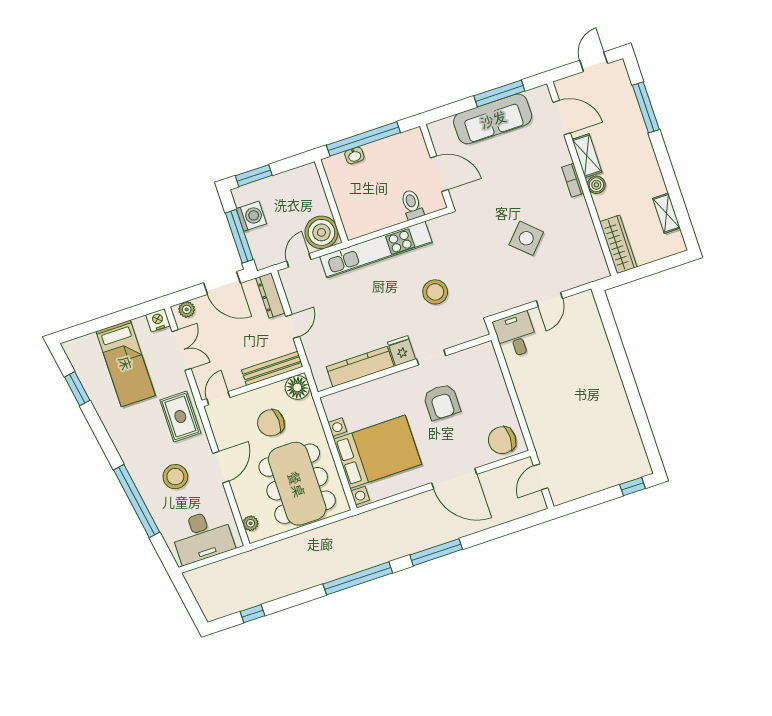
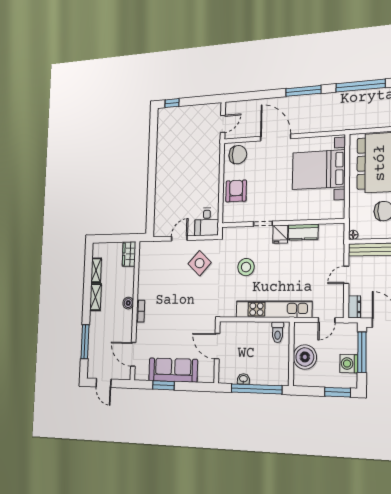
door: (594, 62) -> (103, 383), hinge flipped
window: (499, 93) -> (164, 385), width x0.69
washbasin: (354, 155) -> (243, 379), moved
shelving: (587, 156) -> (95, 297), moved
toilet: (412, 205) -> (278, 332), moved
boiler: (321, 232) -> (305, 357), moved
side table: (526, 238) -> (200, 263), moved
wardrobe: (618, 244) -> (129, 254), width x0.67
dresser: (270, 295) -> (354, 307), width x0.70
kitchen counter: (360, 367) -> (303, 232), width x0.67
floor lamp: (297, 387) -> (353, 235), width x0.53, depth x0.53
armchair: (442, 402) -> (236, 191), moved

